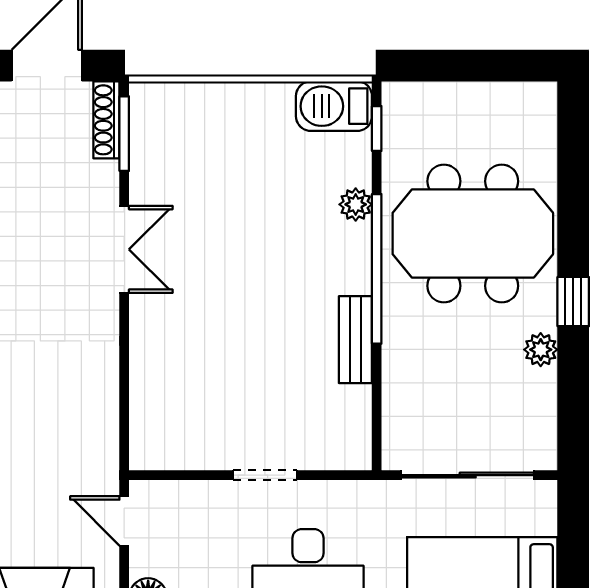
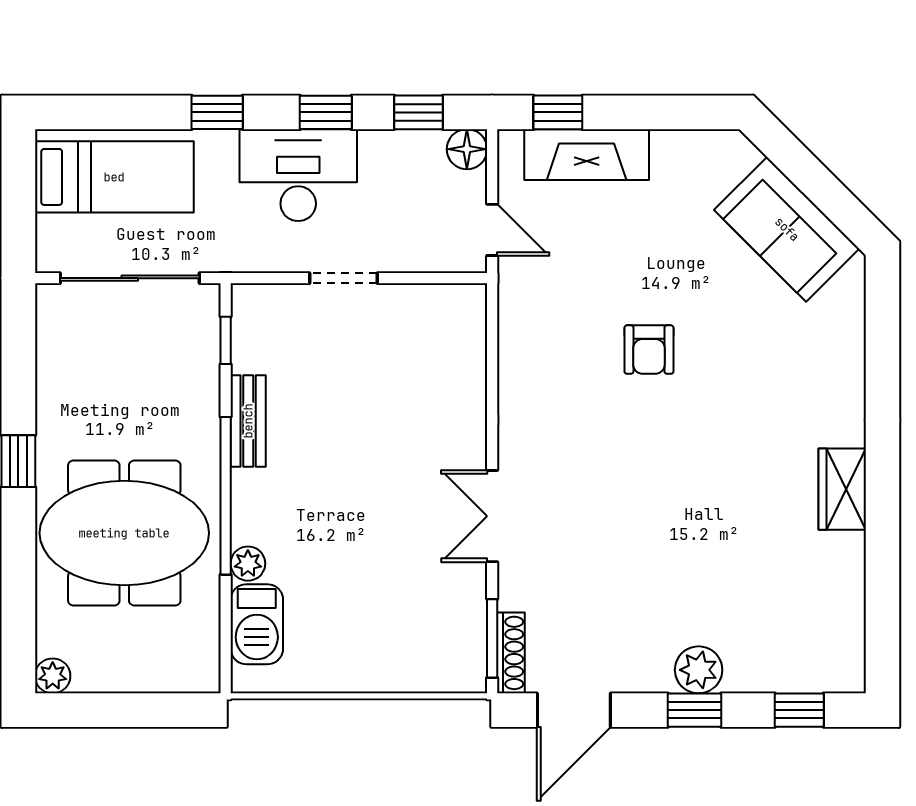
barbecue: (334, 106) -> (257, 624), moved, turned 90
window: (377, 128) -> (226, 340), moved
plant: (541, 350) -> (53, 676), moved

